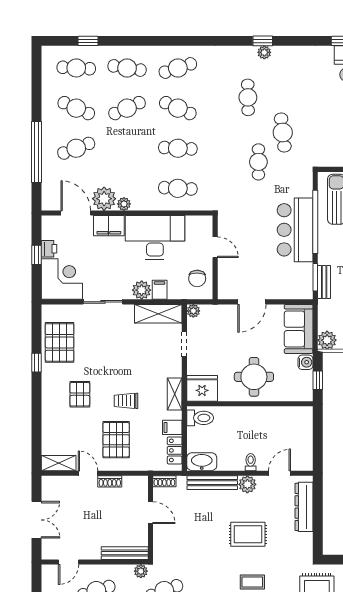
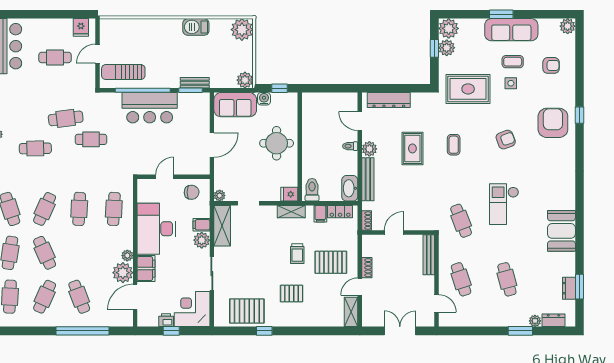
door: (252, 302) -> (212, 145), hinge flipped
fridge: (202, 388) -> (289, 194), width x0.53, depth x0.75
plant: (141, 571) -> (444, 241), removed

